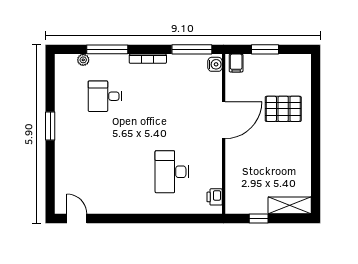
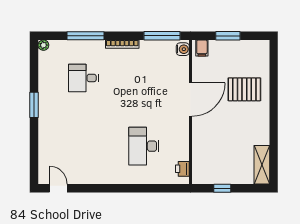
plant: (83, 60) -> (43, 45), moved
shelving: (290, 205) -> (262, 165), moved, turned 90

